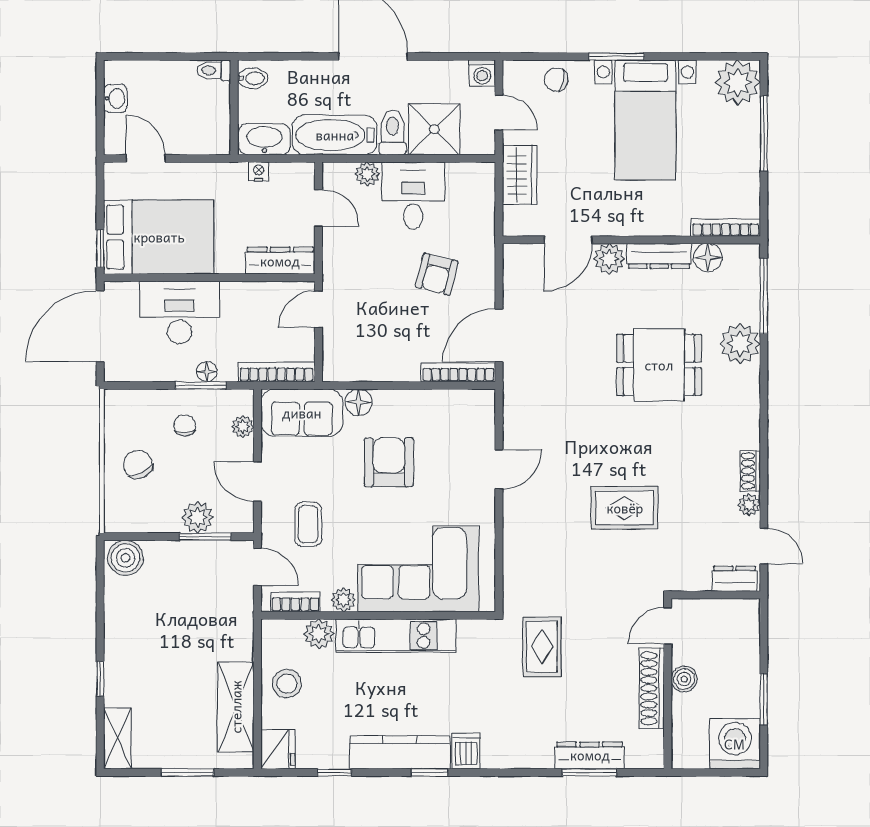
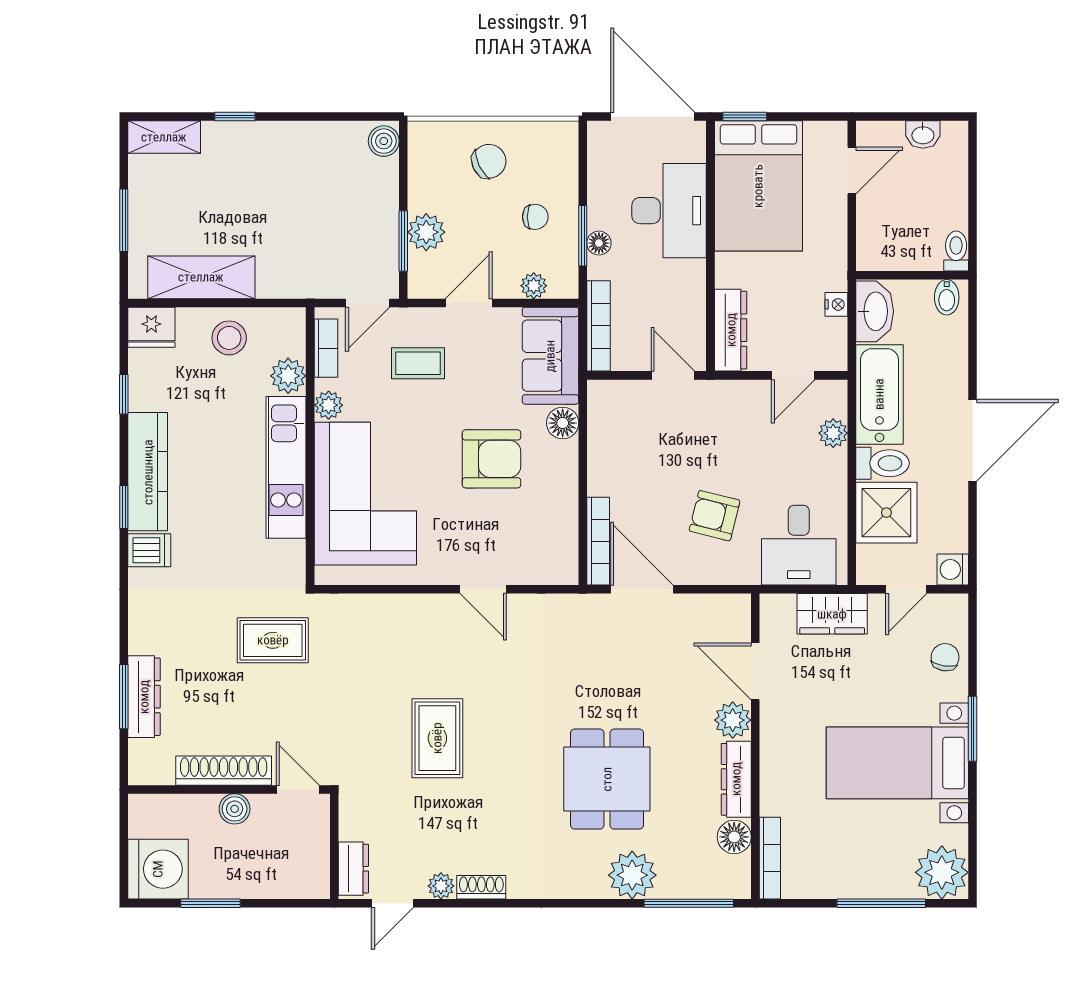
desk: (413, 196) -> (799, 545), moved, turned 90
boiler: (126, 558) -> (384, 141), width x0.73, depth x0.73

